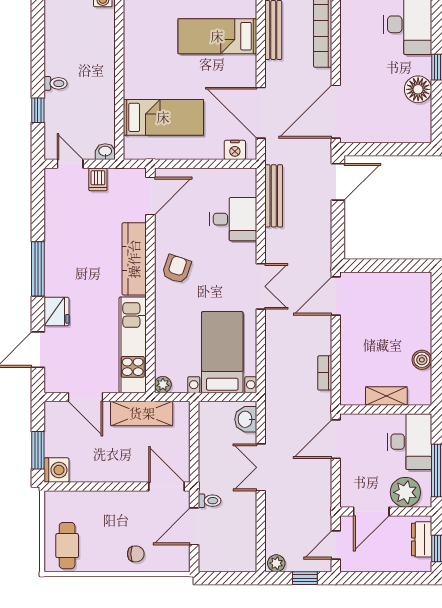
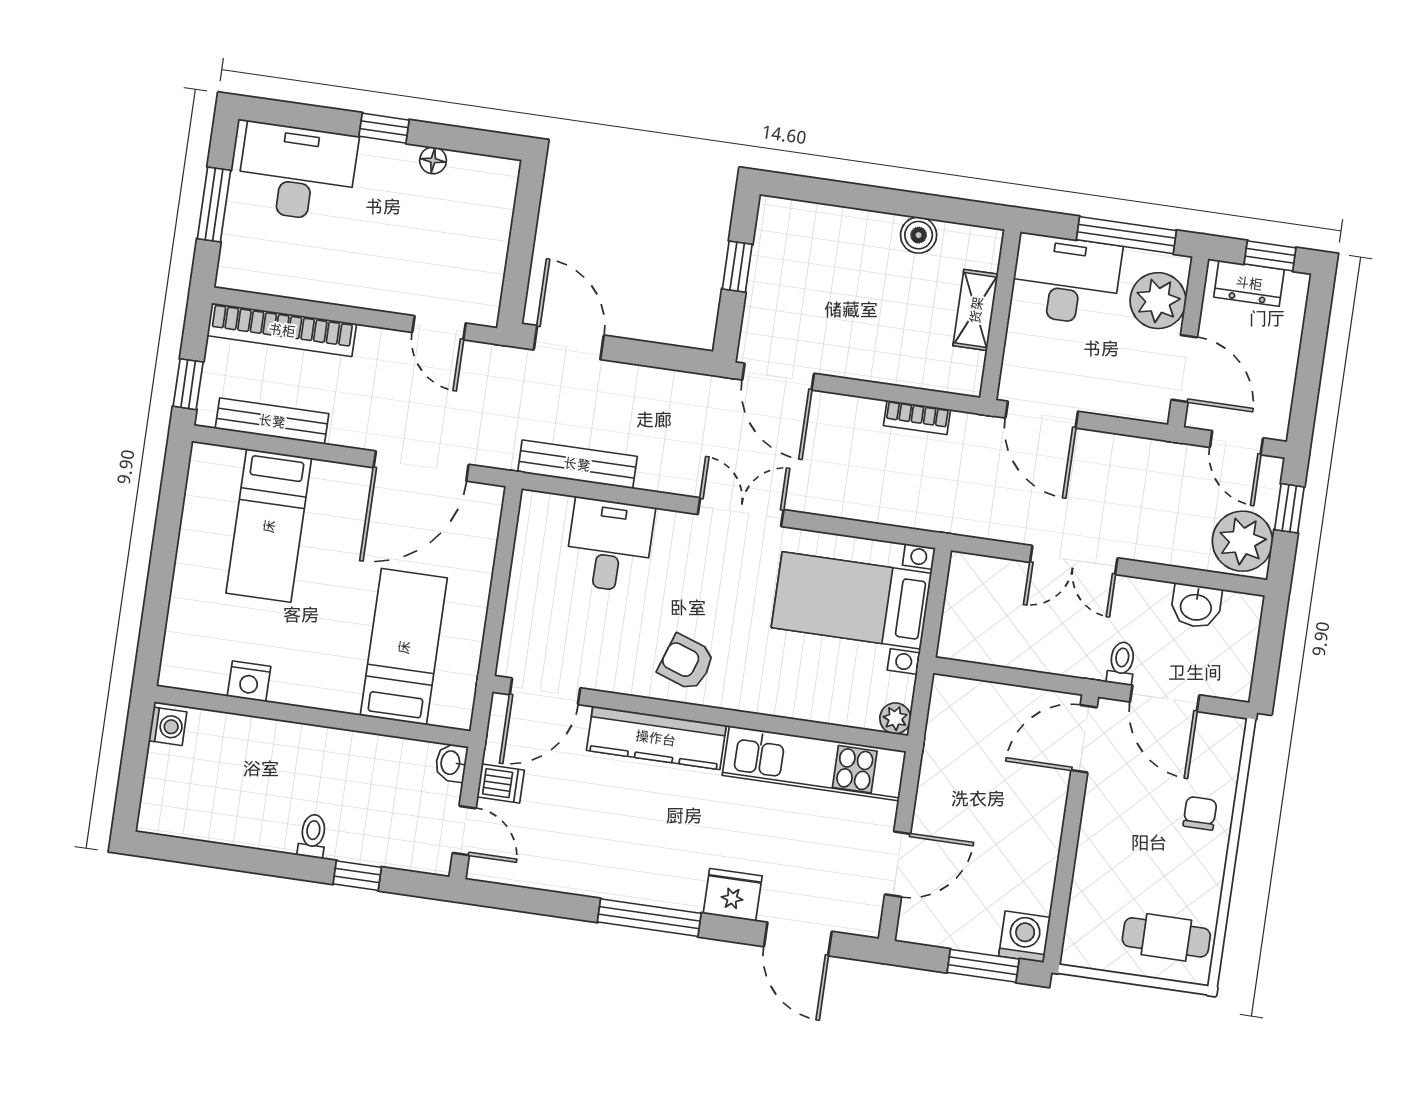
floor lamp: (418, 89) -> (433, 160), width x0.53, depth x0.53
door: (336, 112) -> (439, 328), width x0.53
nightstand: (235, 150) -> (249, 681), moved, turned 90
door: (70, 164) -> (464, 831), swing flipped
door: (150, 196) -> (545, 691), swing flipped
window: (391, 266) -> (737, 267), added
shelving: (142, 413) -> (943, 765), removed
washbasin: (246, 419) -> (1196, 606), moved
plant: (276, 563) -> (1242, 541), width x1.88, depth x1.88

